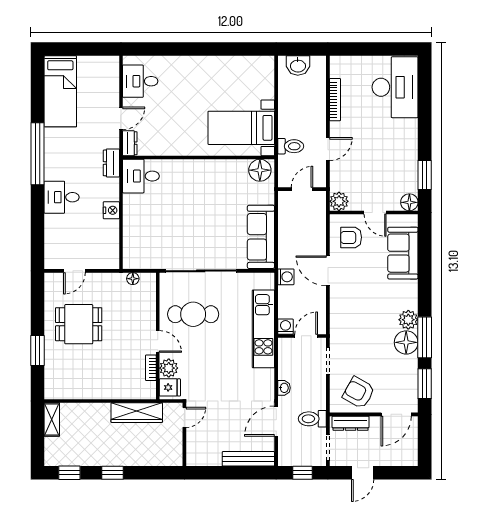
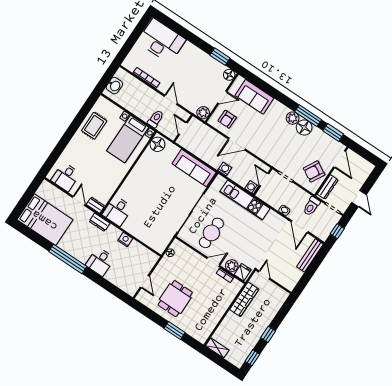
rug: (230, 74) -> (94, 126), added
bed: (60, 91) -> (45, 220), width x1.50

